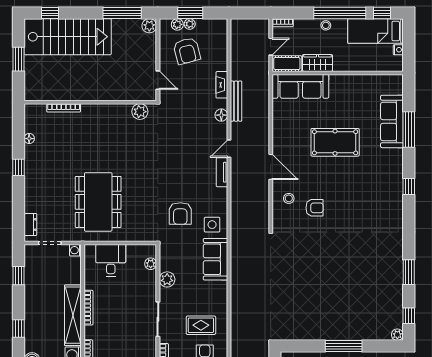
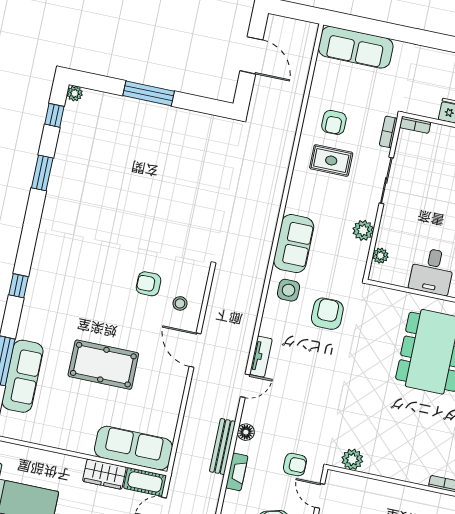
armchair: (181, 99) -> (295, 465), added

